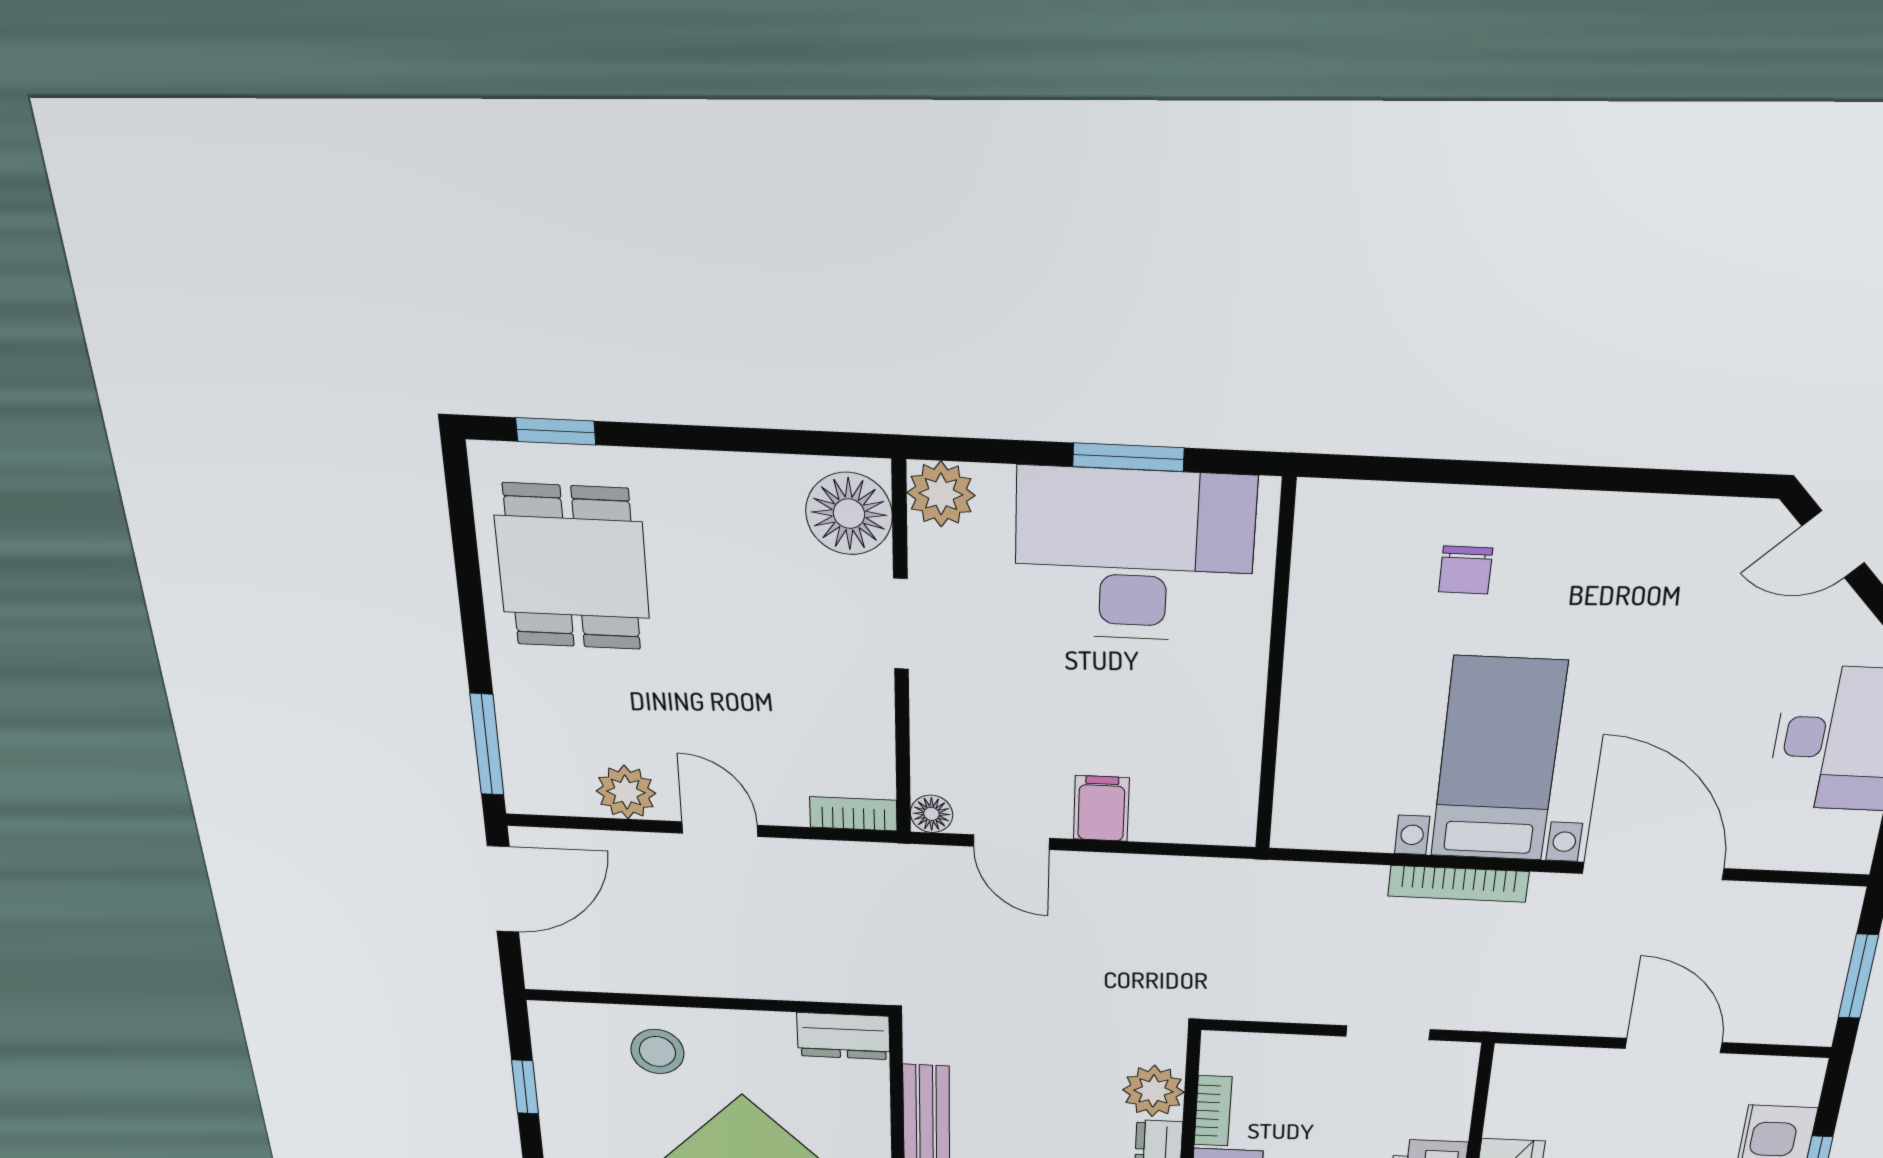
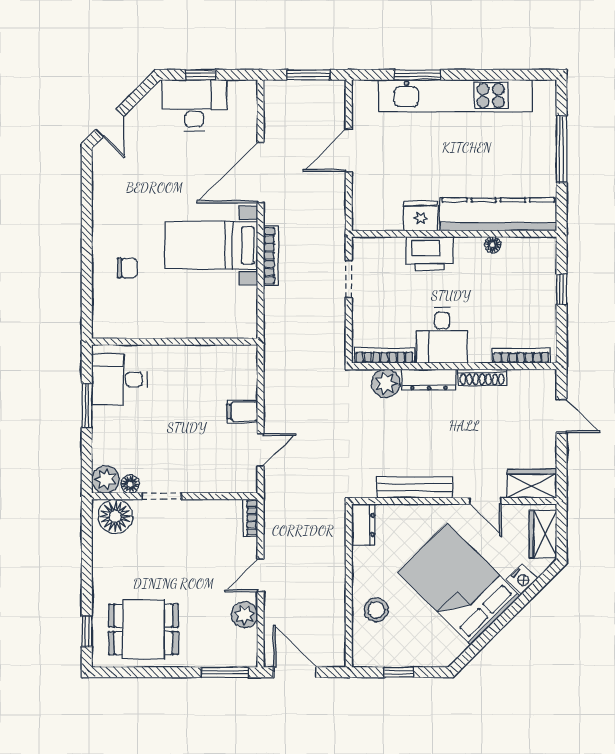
desk: (1134, 555) -> (119, 379), width x0.53, depth x0.77
floor lamp: (931, 814) -> (130, 484), moved
bookcase: (1213, 1111) -> (384, 356), width x1.56

